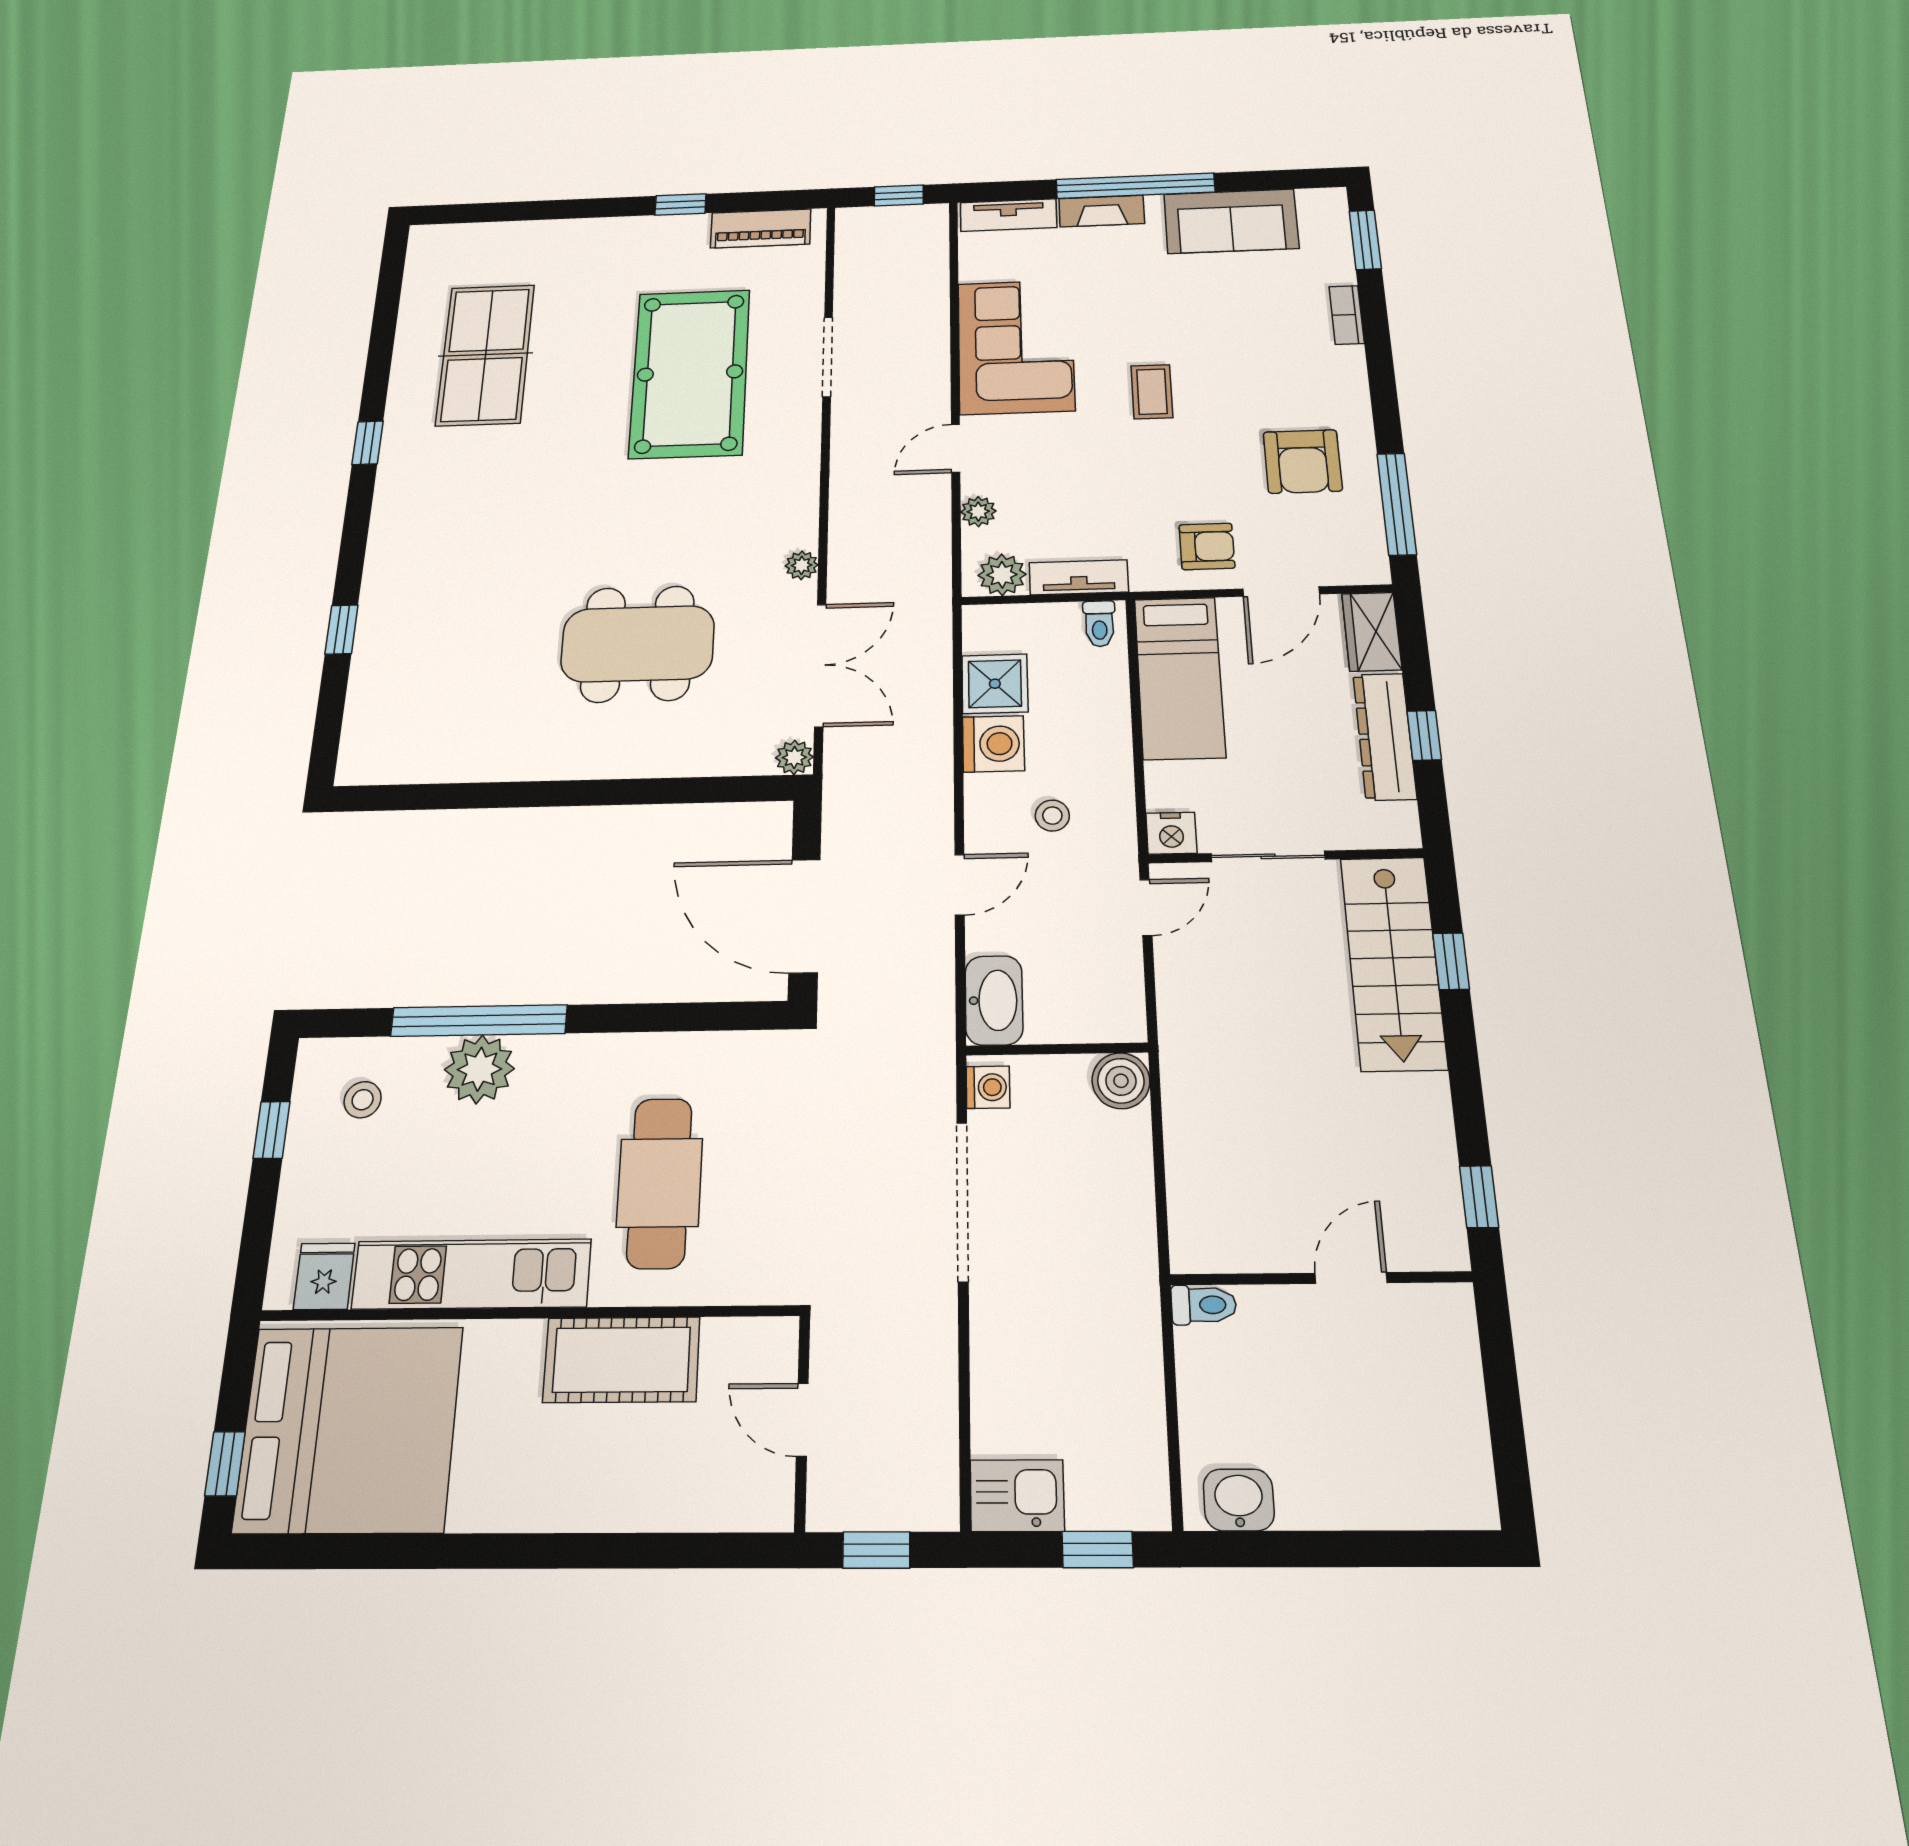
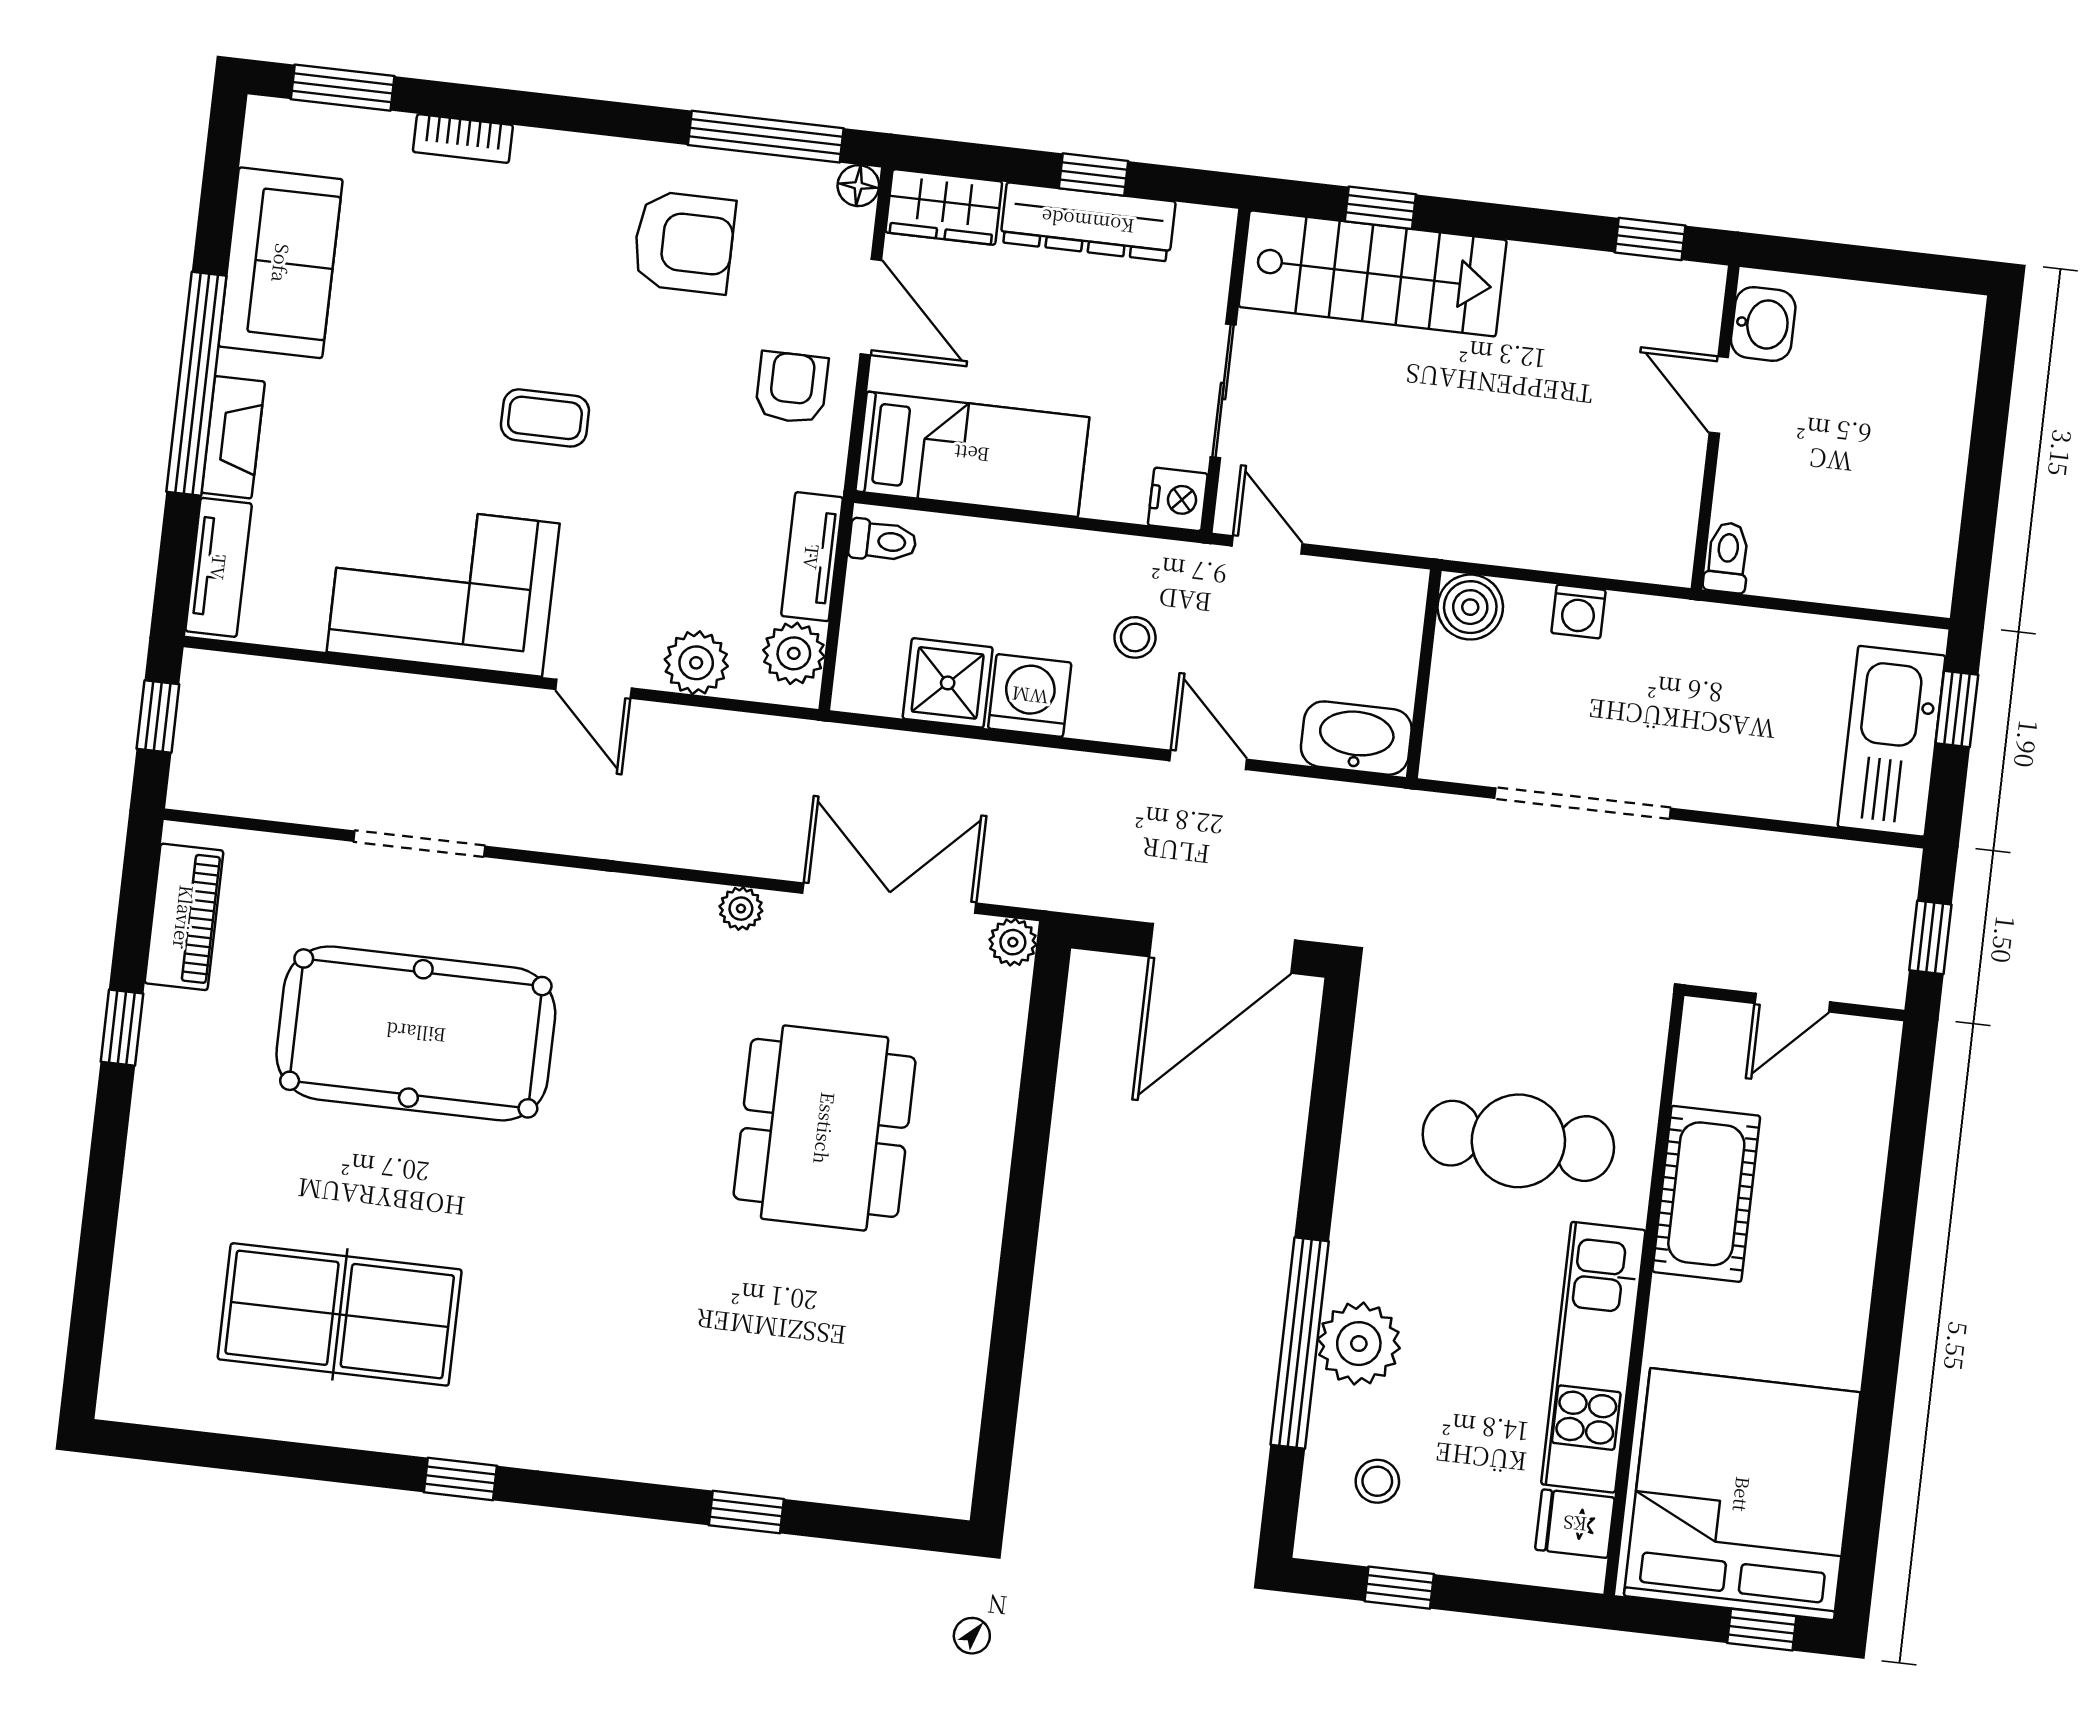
plant: (978, 512) -> (696, 663), width x1.38, depth x1.38
floor lamp: (1374, 571) -> (858, 186), added
washing machine: (988, 1087) -> (1578, 612), moved, turned 180
kitchen sink: (1017, 1495) -> (1891, 741), width x1.88, depth x1.24
washbasin: (1239, 1500) -> (1763, 324), moved, turned 180

